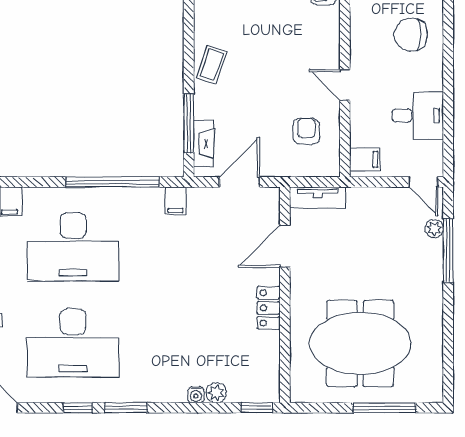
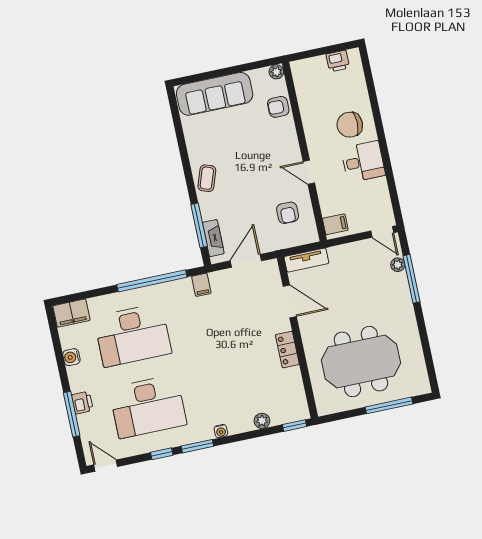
desk: (418, 115) -> (363, 162), moved
armchair: (306, 131) -> (288, 213), turned 180
door: (285, 246) -> (290, 301), swing flipped
water cooler: (196, 395) -> (221, 431), moved

